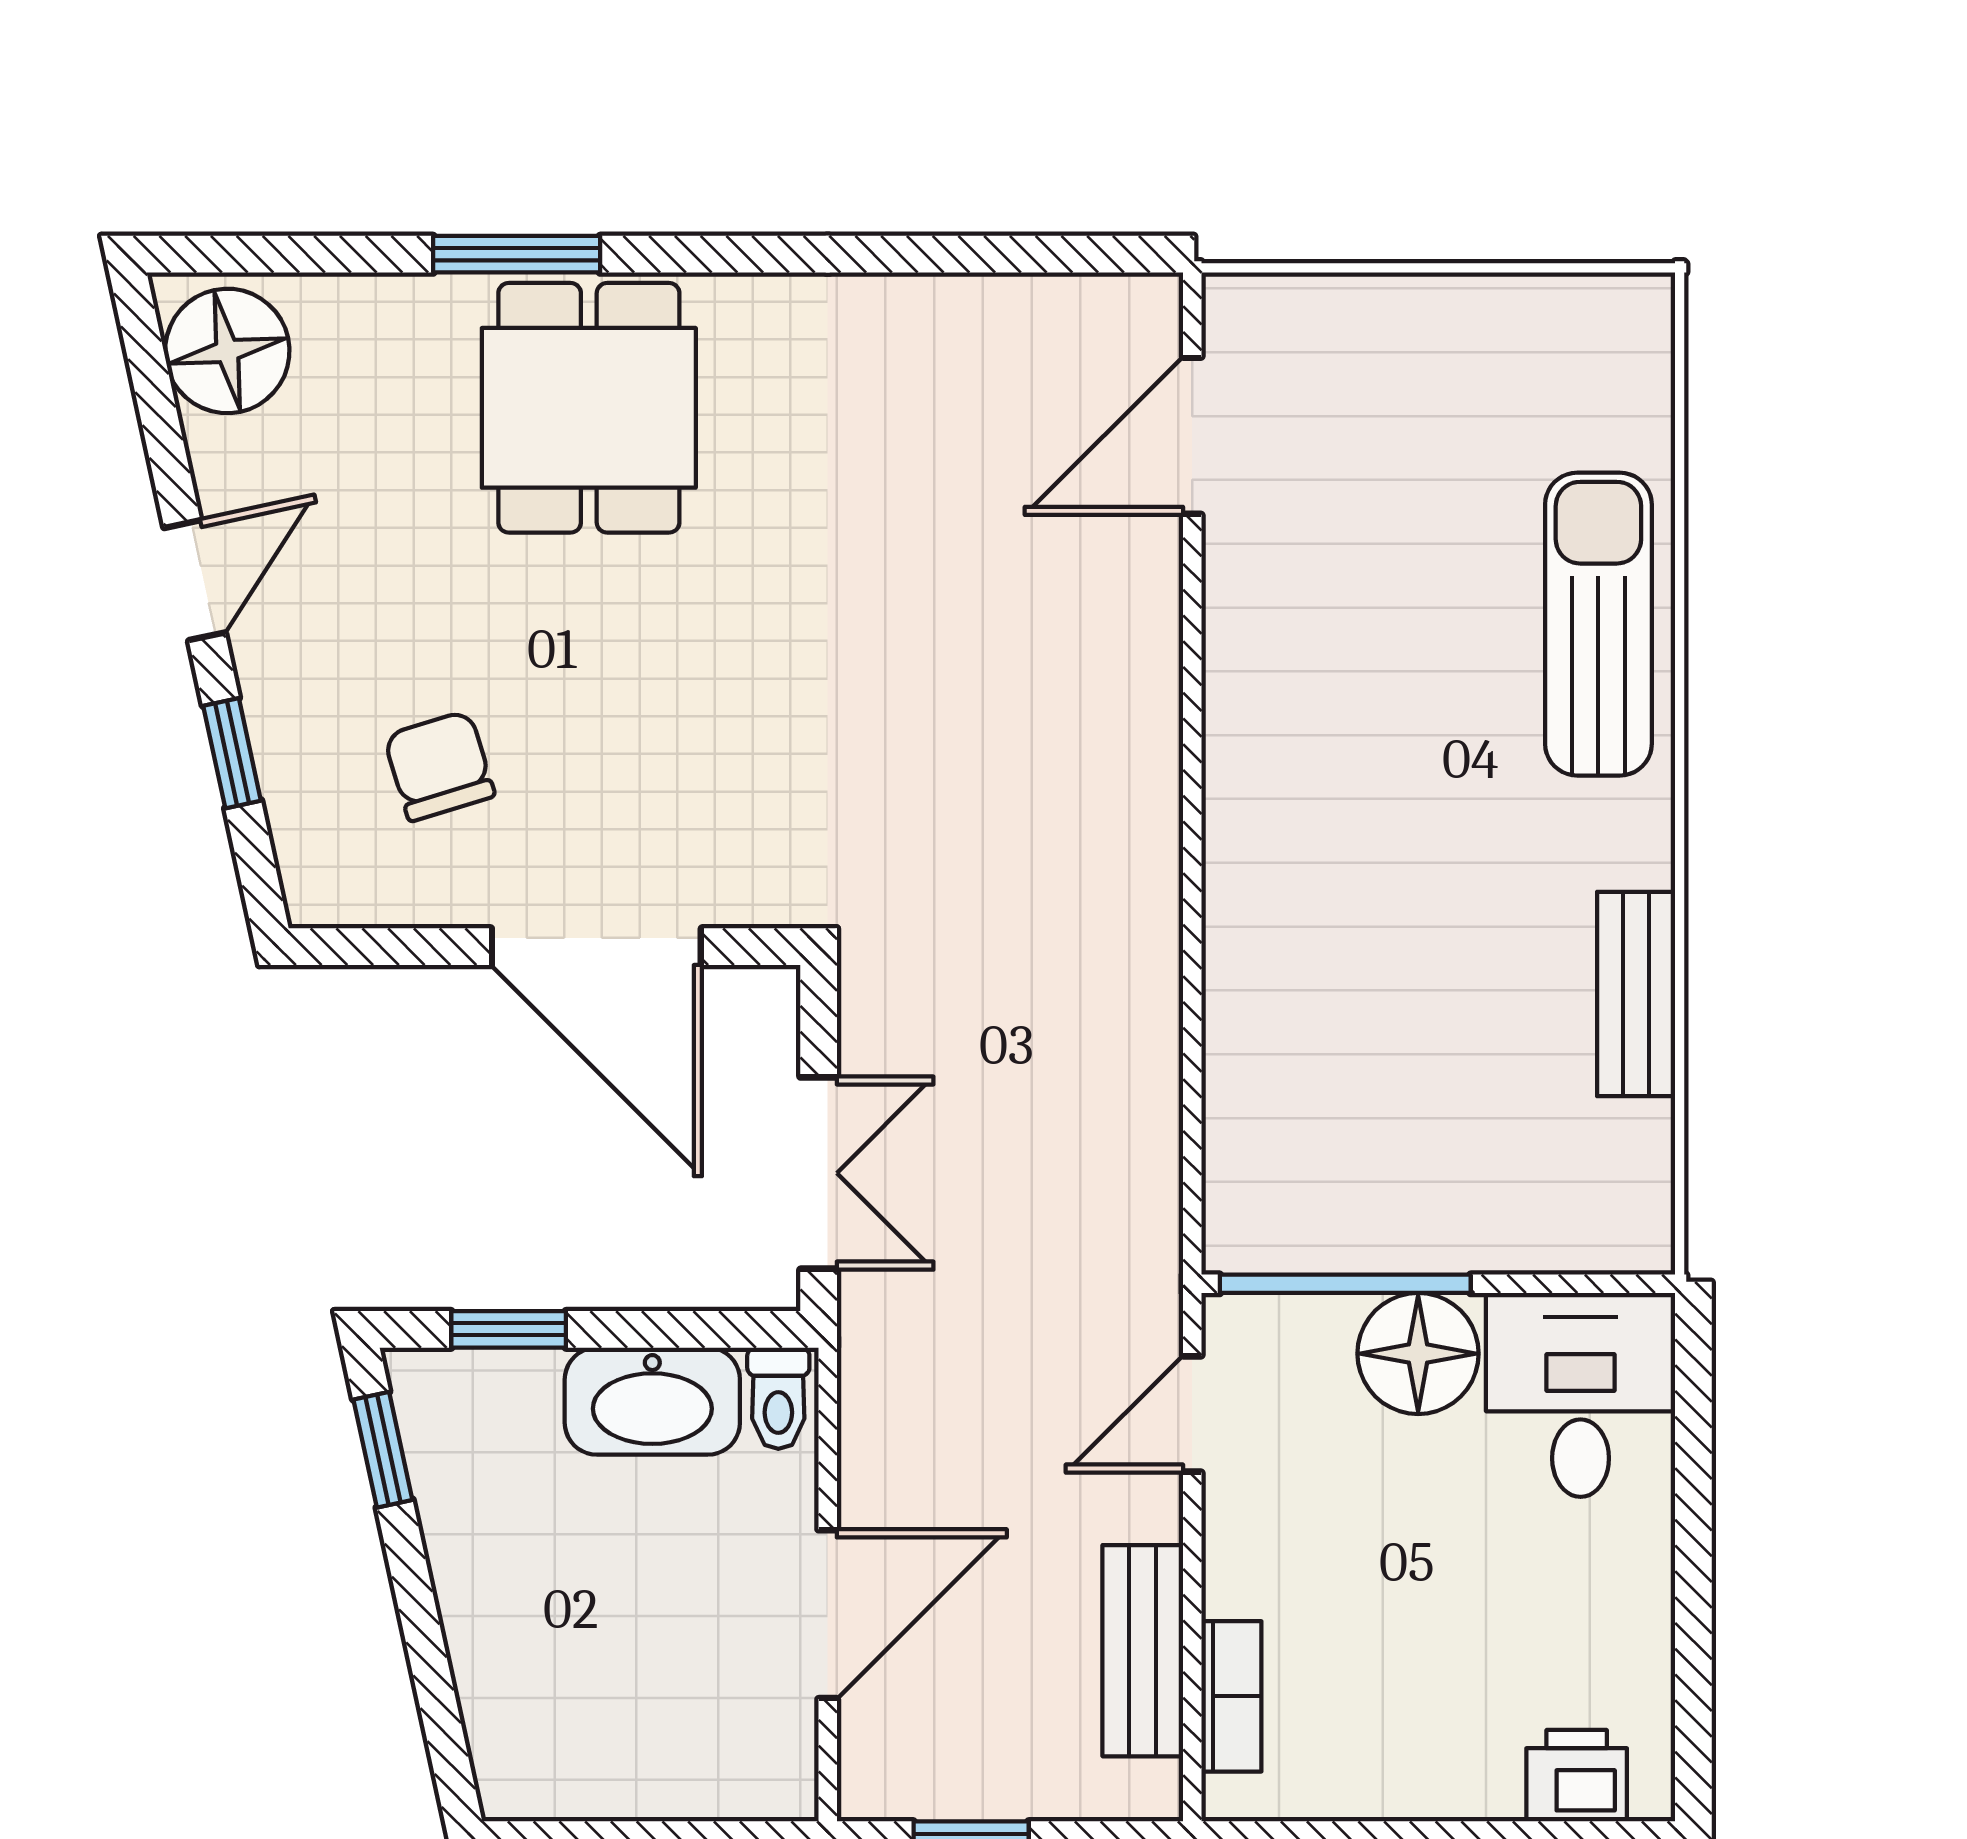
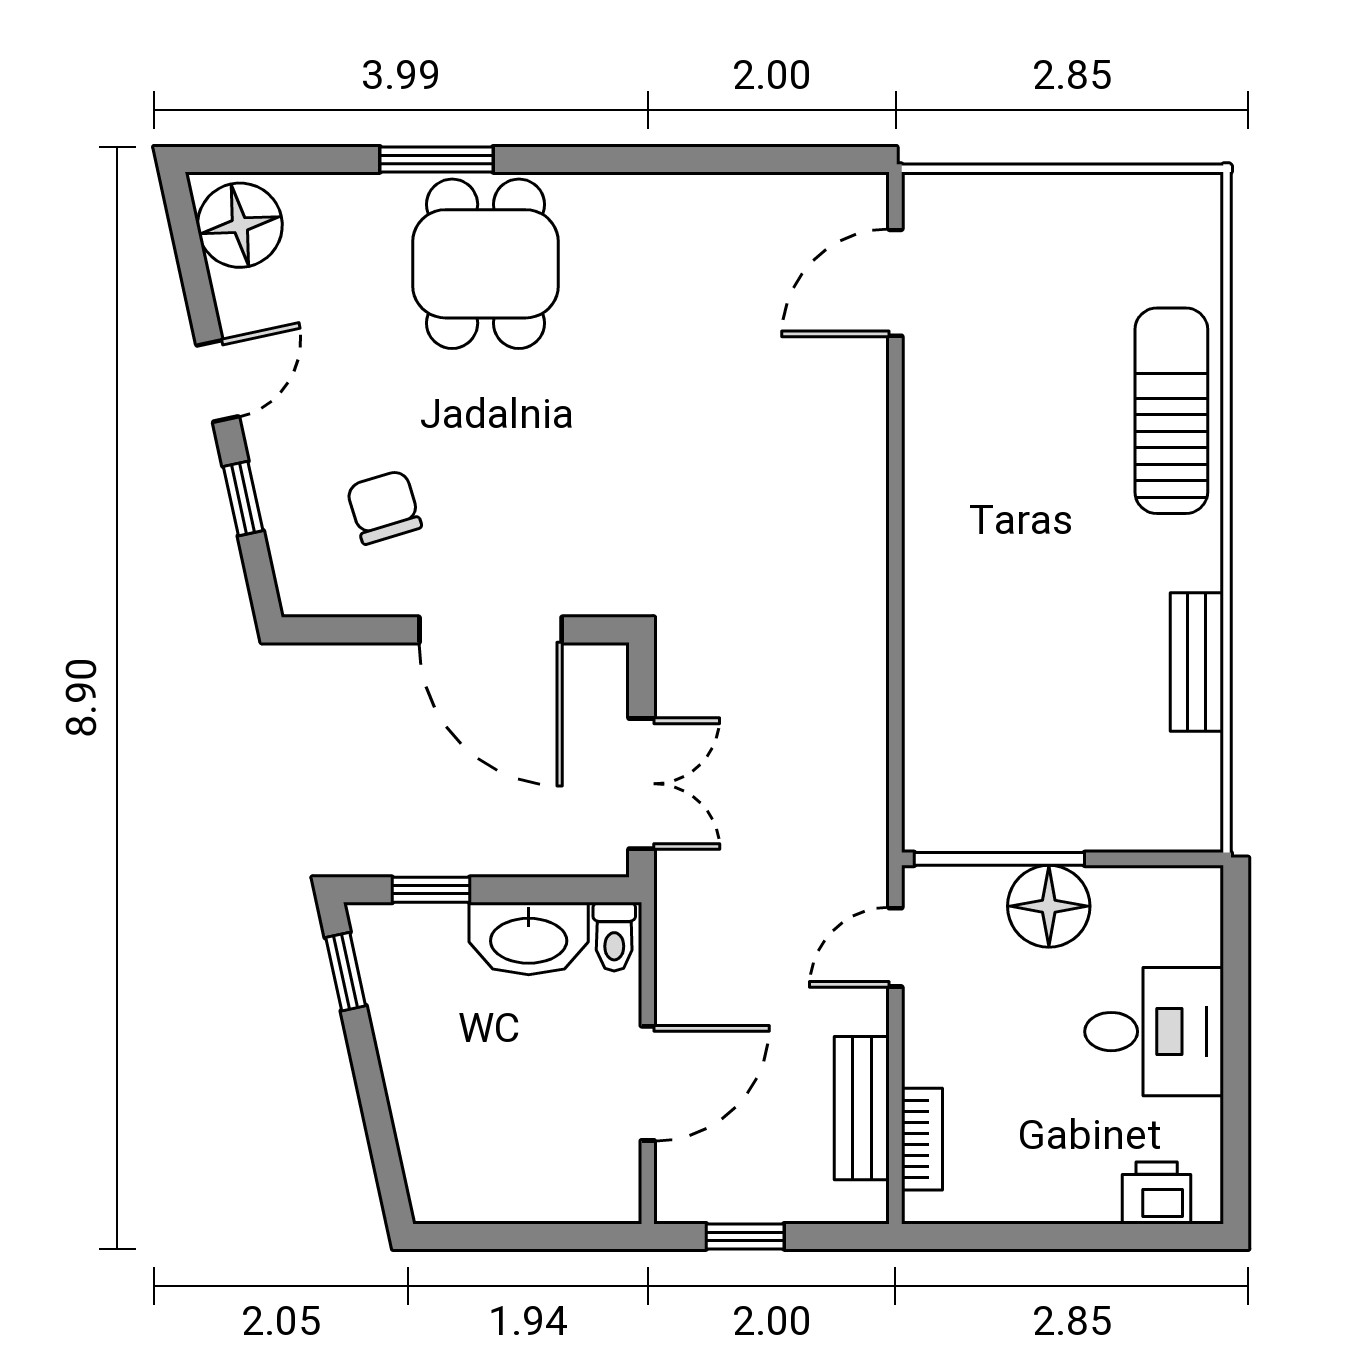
desk: (1581, 1395) -> (1154, 1032), moved, turned 90

